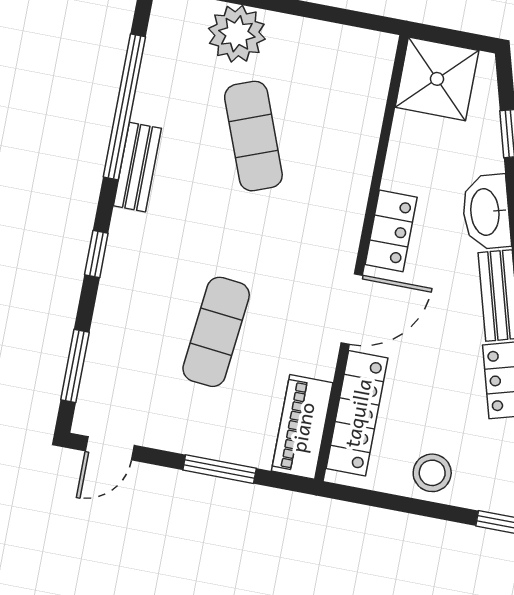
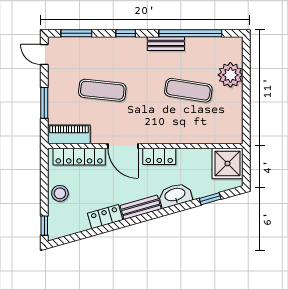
exercise mat: (253, 136) -> (188, 90), turned 30

